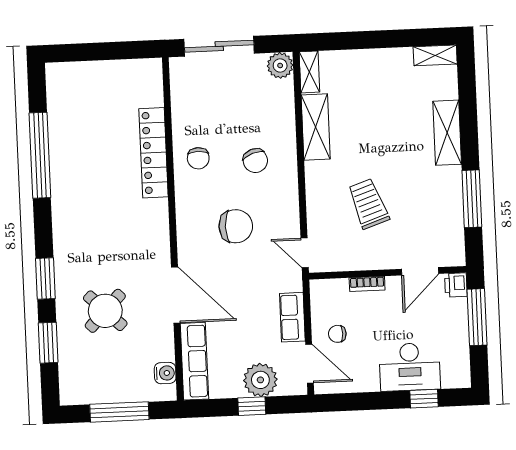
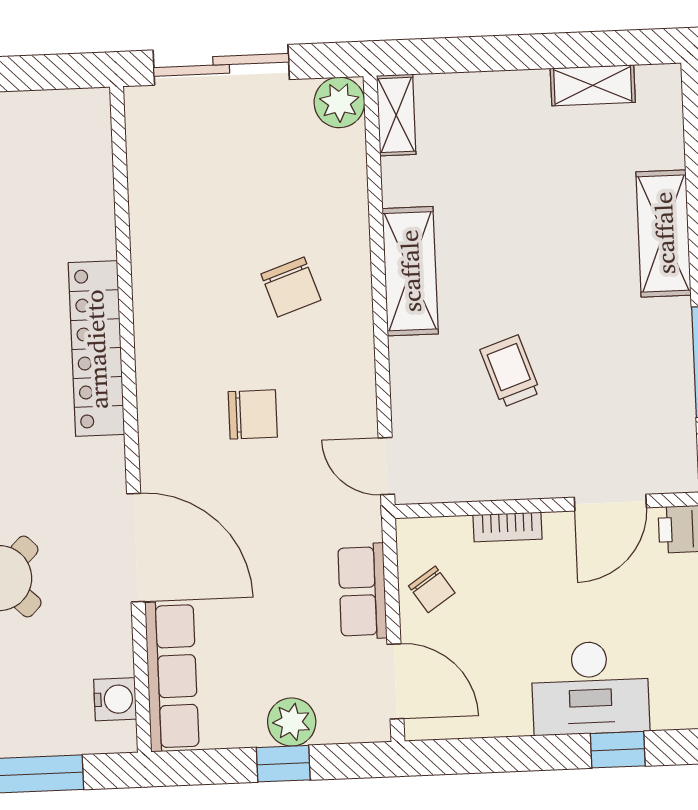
shelving: (435, 55) -> (593, 85), moved
shelving: (316, 127) -> (410, 271), moved
locker: (153, 153) -> (96, 349), moved
chair: (198, 158) -> (180, 282), removed
trolley: (368, 204) -> (510, 371), width x0.73, depth x0.72
chair: (236, 226) -> (253, 414), width x0.73, depth x0.73
chair: (337, 334) -> (432, 589), moved, turned -124
plant: (260, 380) -> (292, 722), width x0.73, depth x0.73

